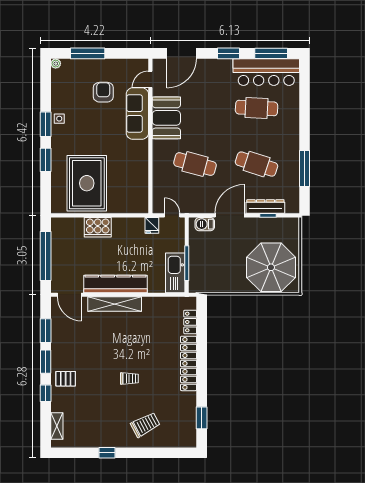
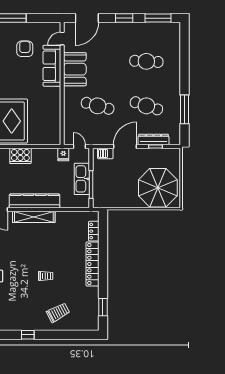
bar counter: (266, 72) -> (154, 33), removed
kitchen sink: (175, 273) -> (82, 179), moved

